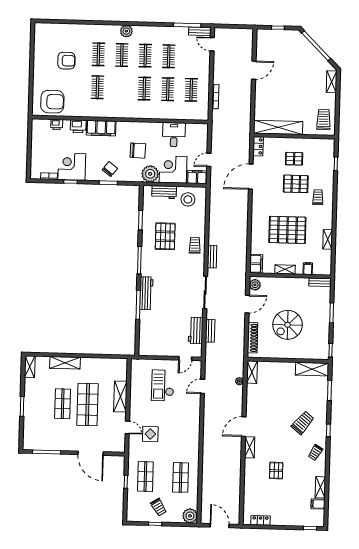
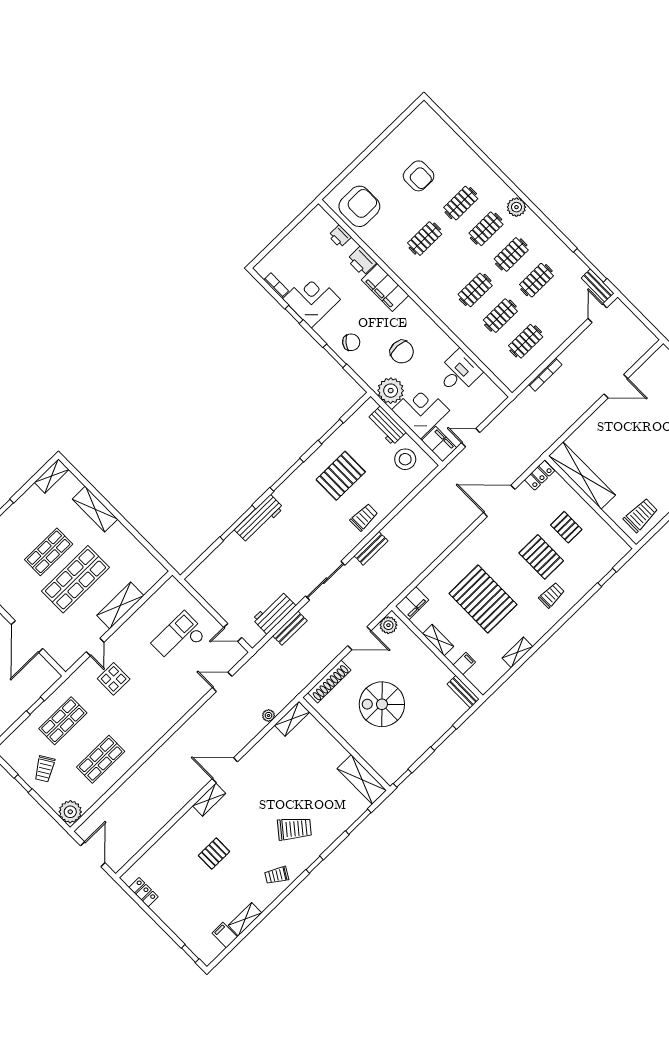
armchair: (52, 102) -> (359, 206), turned -90

